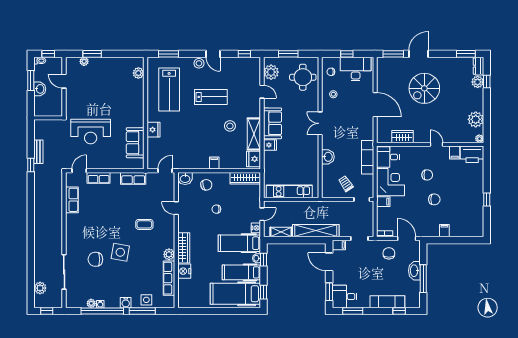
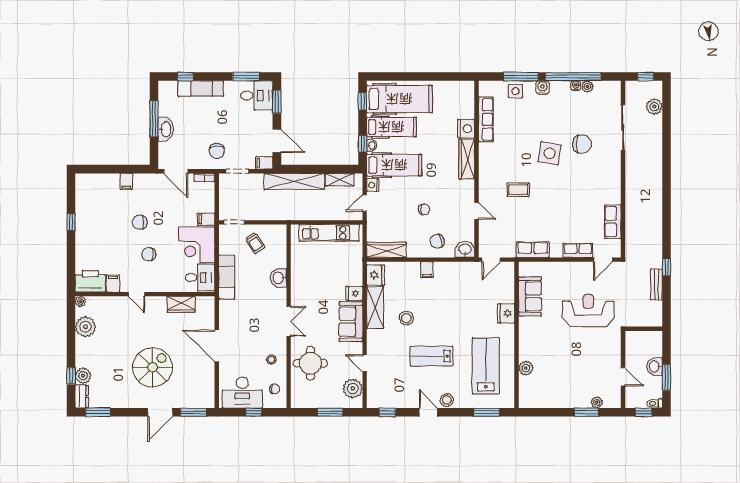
plant: (138, 73) -> (526, 368), moved
round table: (303, 77) -> (310, 363), moved
chair: (389, 253) -> (217, 151), moved
plant: (169, 254) -> (486, 150), removed

